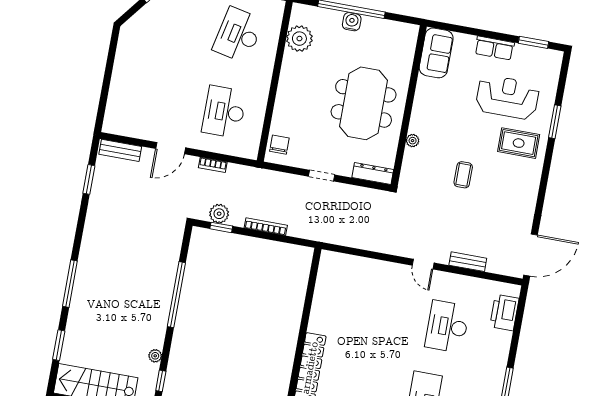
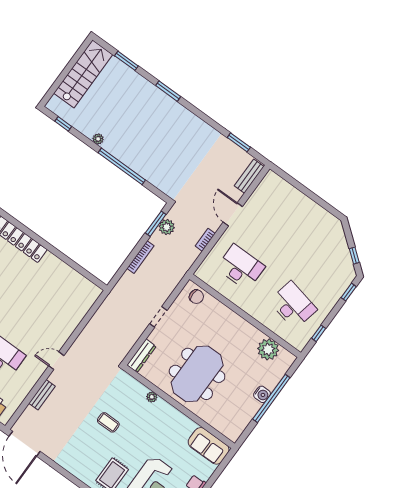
meeting table: (364, 103) -> (197, 374), turned 90
window: (221, 227) -> (156, 224), width x1.50
window: (70, 284) -> (168, 91), width x0.69
plant: (155, 356) -> (98, 139), moved

